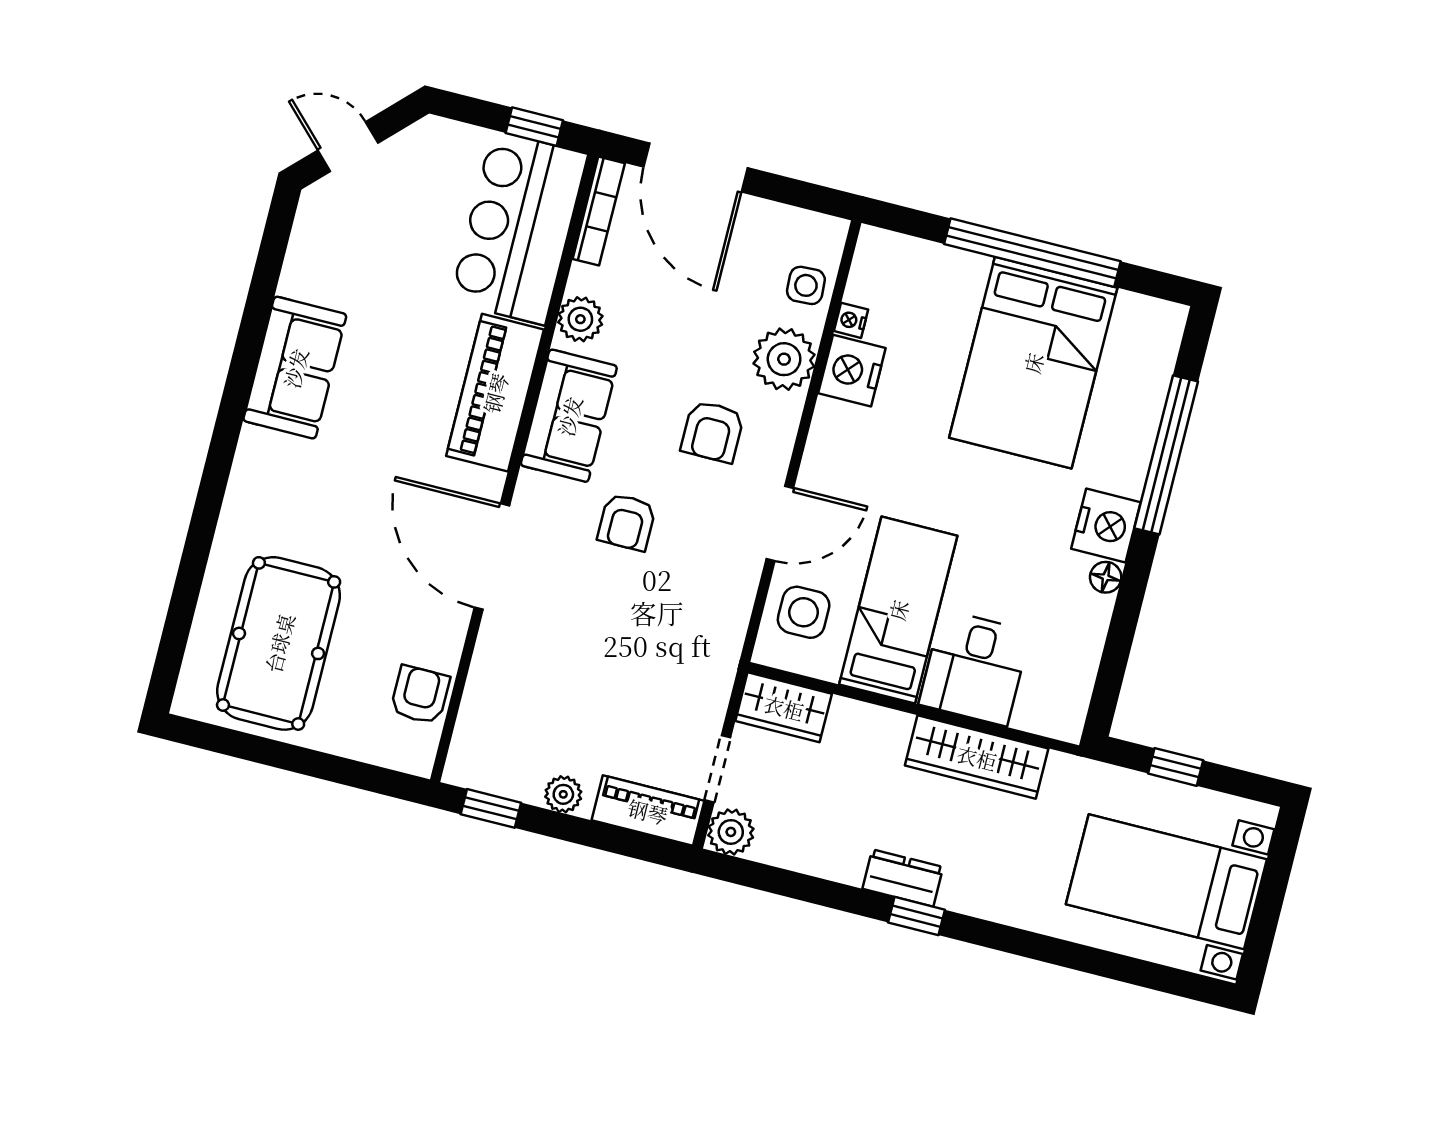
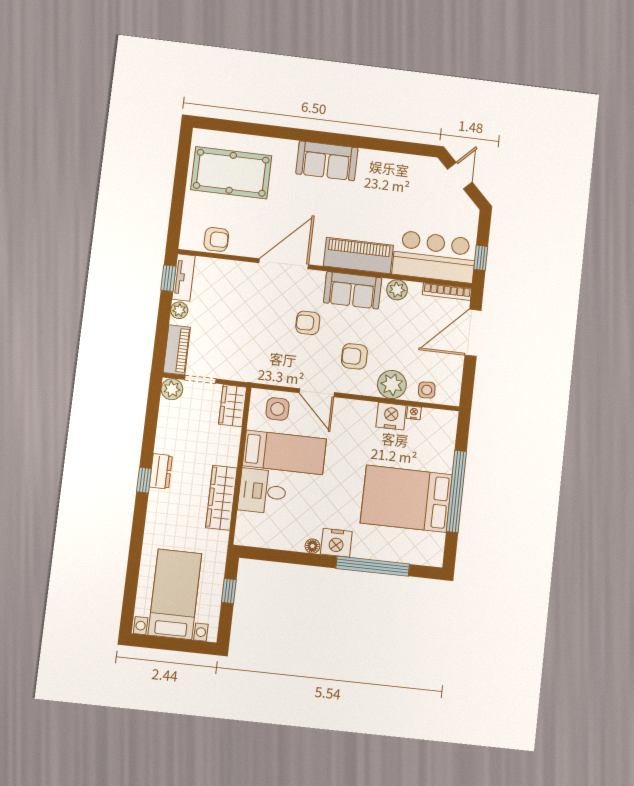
sofa: (295, 368) -> (327, 161), moved
tv unit: (494, 776) -> (184, 277), added

